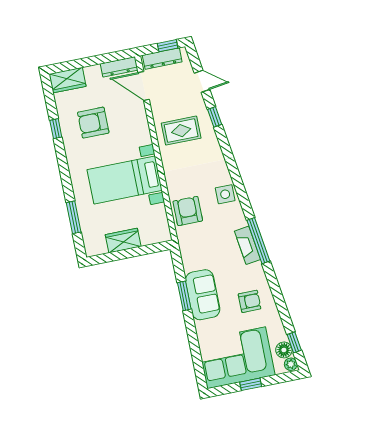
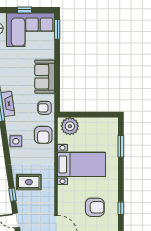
rug: (181, 131) -> (29, 182), moved
plant: (152, 231) -> (70, 126), added
wardrobe: (123, 240) -> (91, 124), removed
window: (184, 296) -> (57, 29), moved
armchair: (250, 301) -> (45, 108), moved

